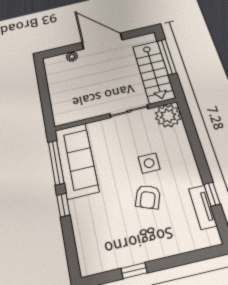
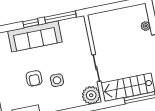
sofa: (76, 160) -> (35, 36), moved
armchair: (148, 197) -> (34, 78), turned -111

